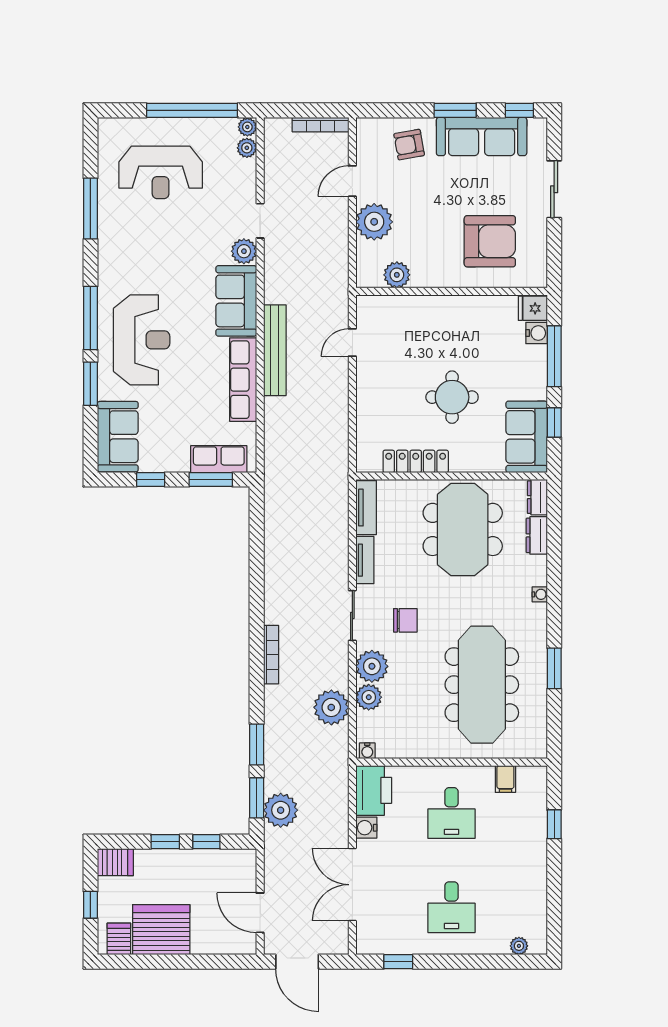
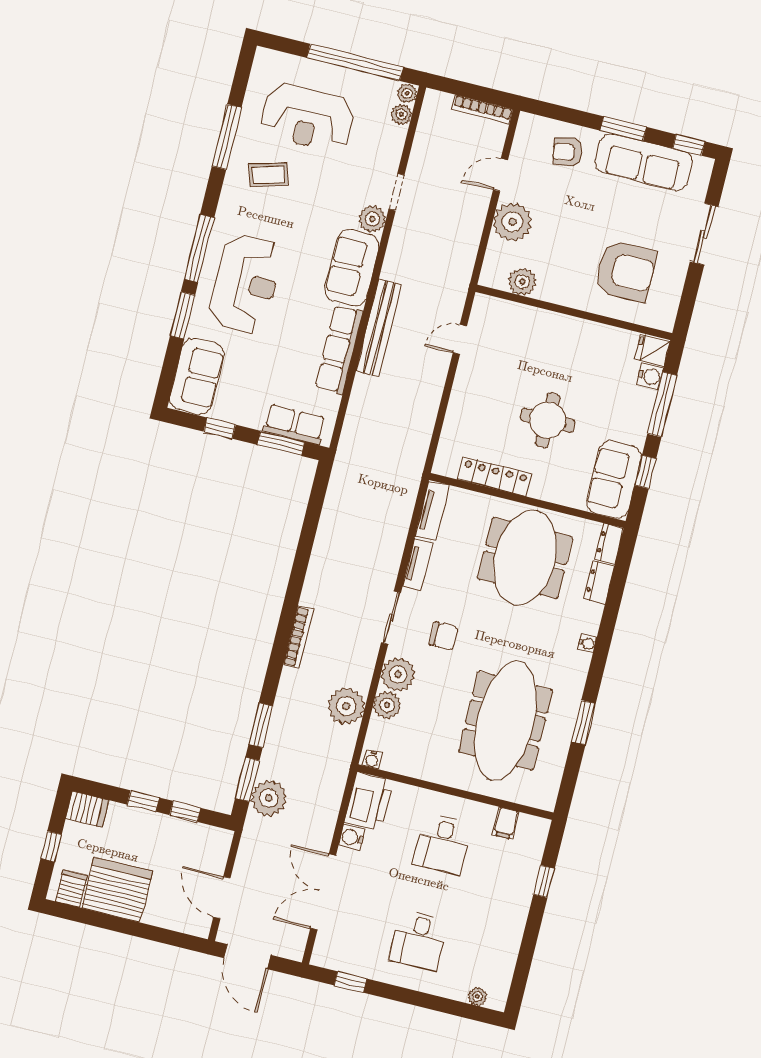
coffee table: (138, 234) -> (268, 175), added

